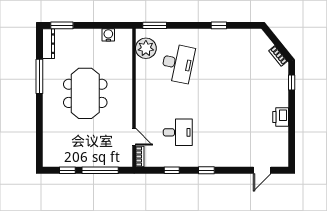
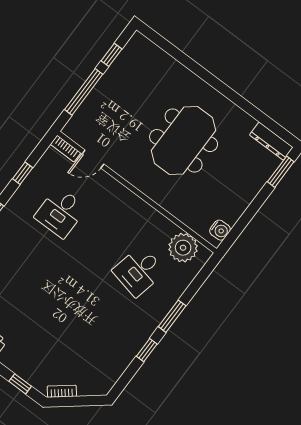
window: (155, 25) -> (172, 316), moved
water cooler: (108, 35) -> (220, 230), moved
desk: (178, 63) -> (139, 271), width x0.73
window: (39, 76) -> (242, 103), removed
meeting table: (85, 93) -> (184, 141), turned 90

